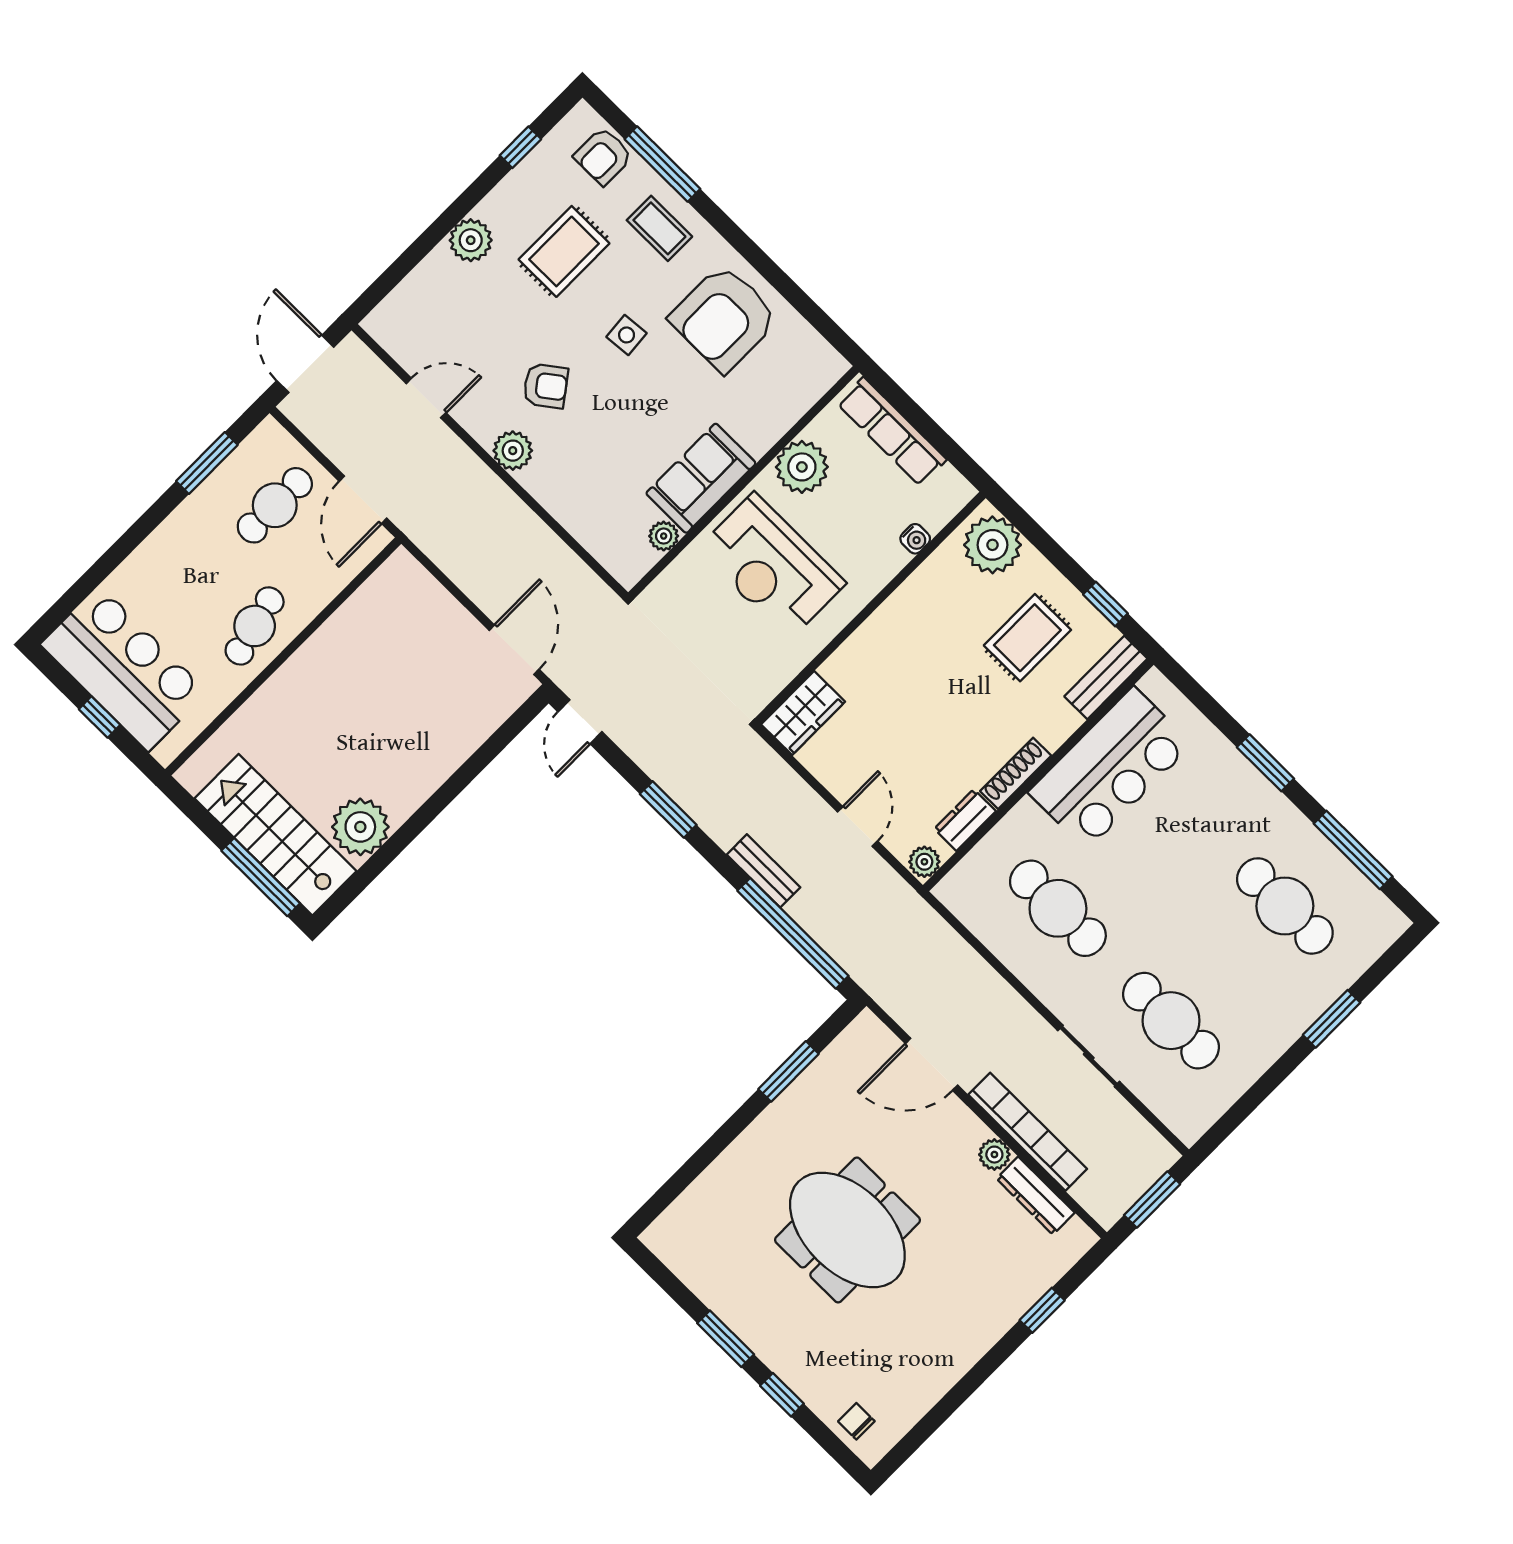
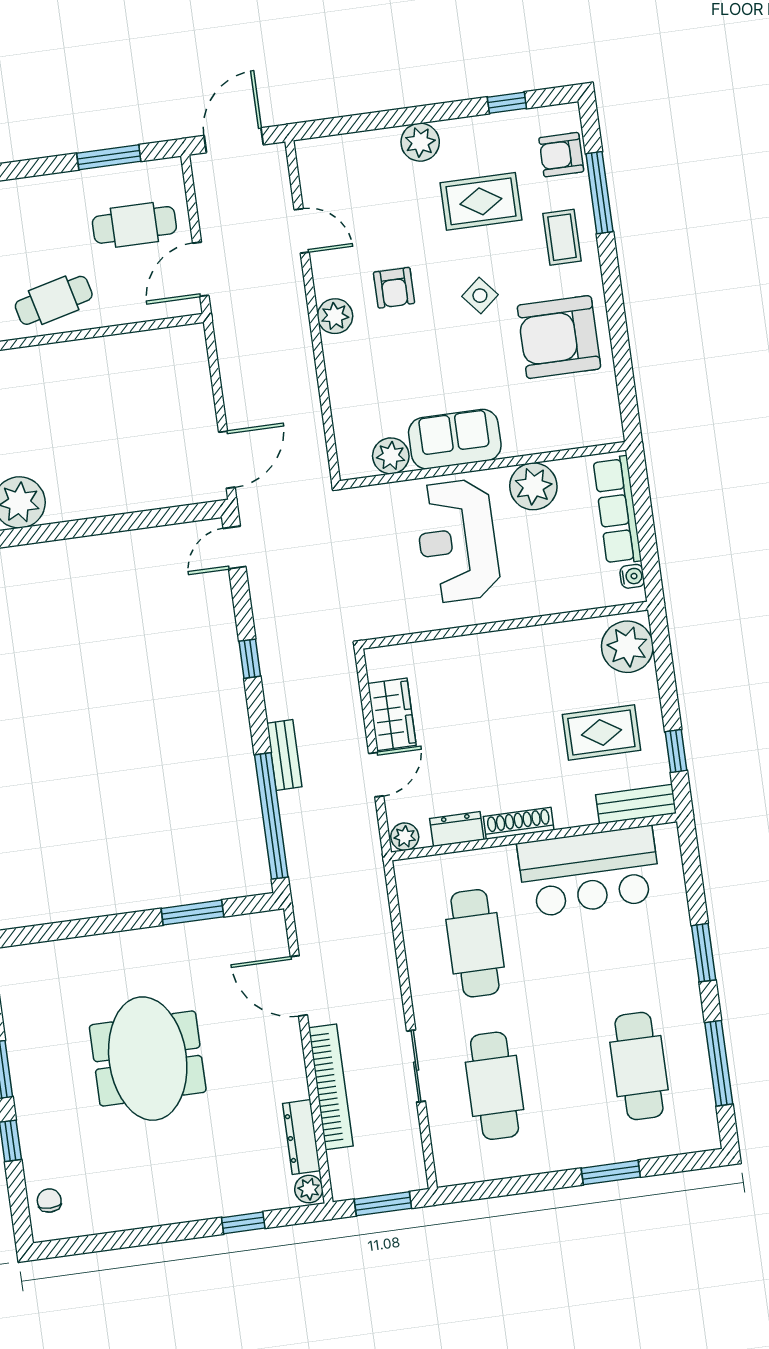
side table: (627, 335) -> (480, 296), turned -35
armchair: (546, 386) -> (394, 288), turned 37
plant: (664, 536) -> (391, 456), width x1.38, depth x1.38
water cooler: (915, 539) -> (632, 576), moved, turned -90
wardrobe: (803, 713) -> (392, 714), moved, turned -90
window: (668, 809) -> (250, 659), width x0.67
plant: (994, 1155) -> (309, 1189), moved

